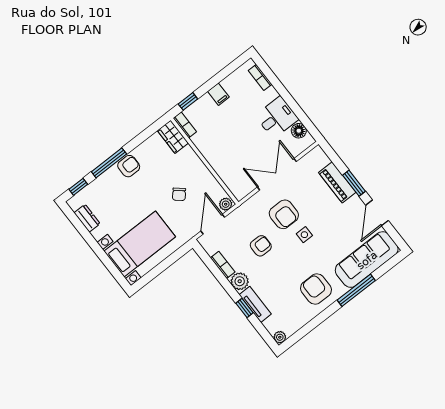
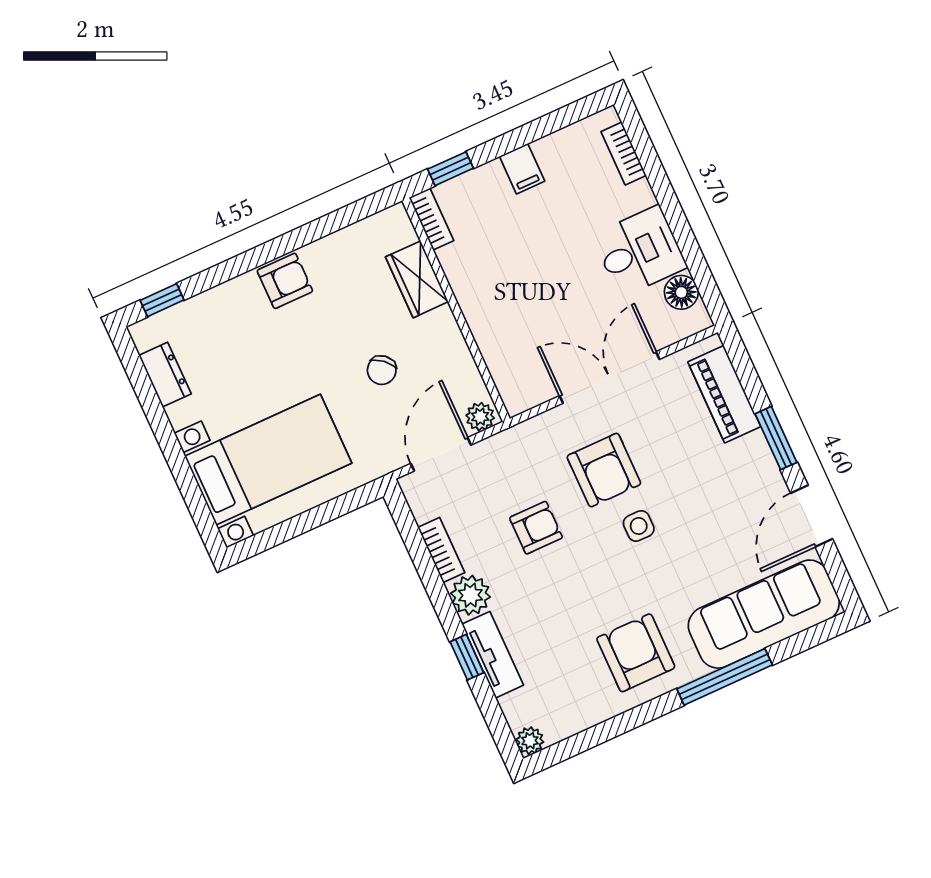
wardrobe: (173, 137) -> (417, 279), moved
window: (109, 163) -> (243, 263), removed
piano: (337, 182) -> (724, 394), moved

